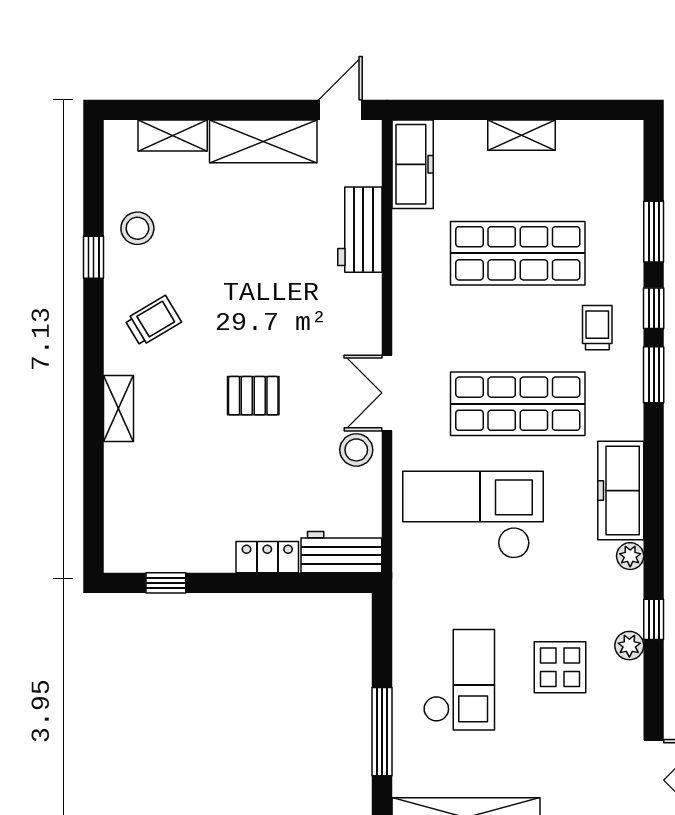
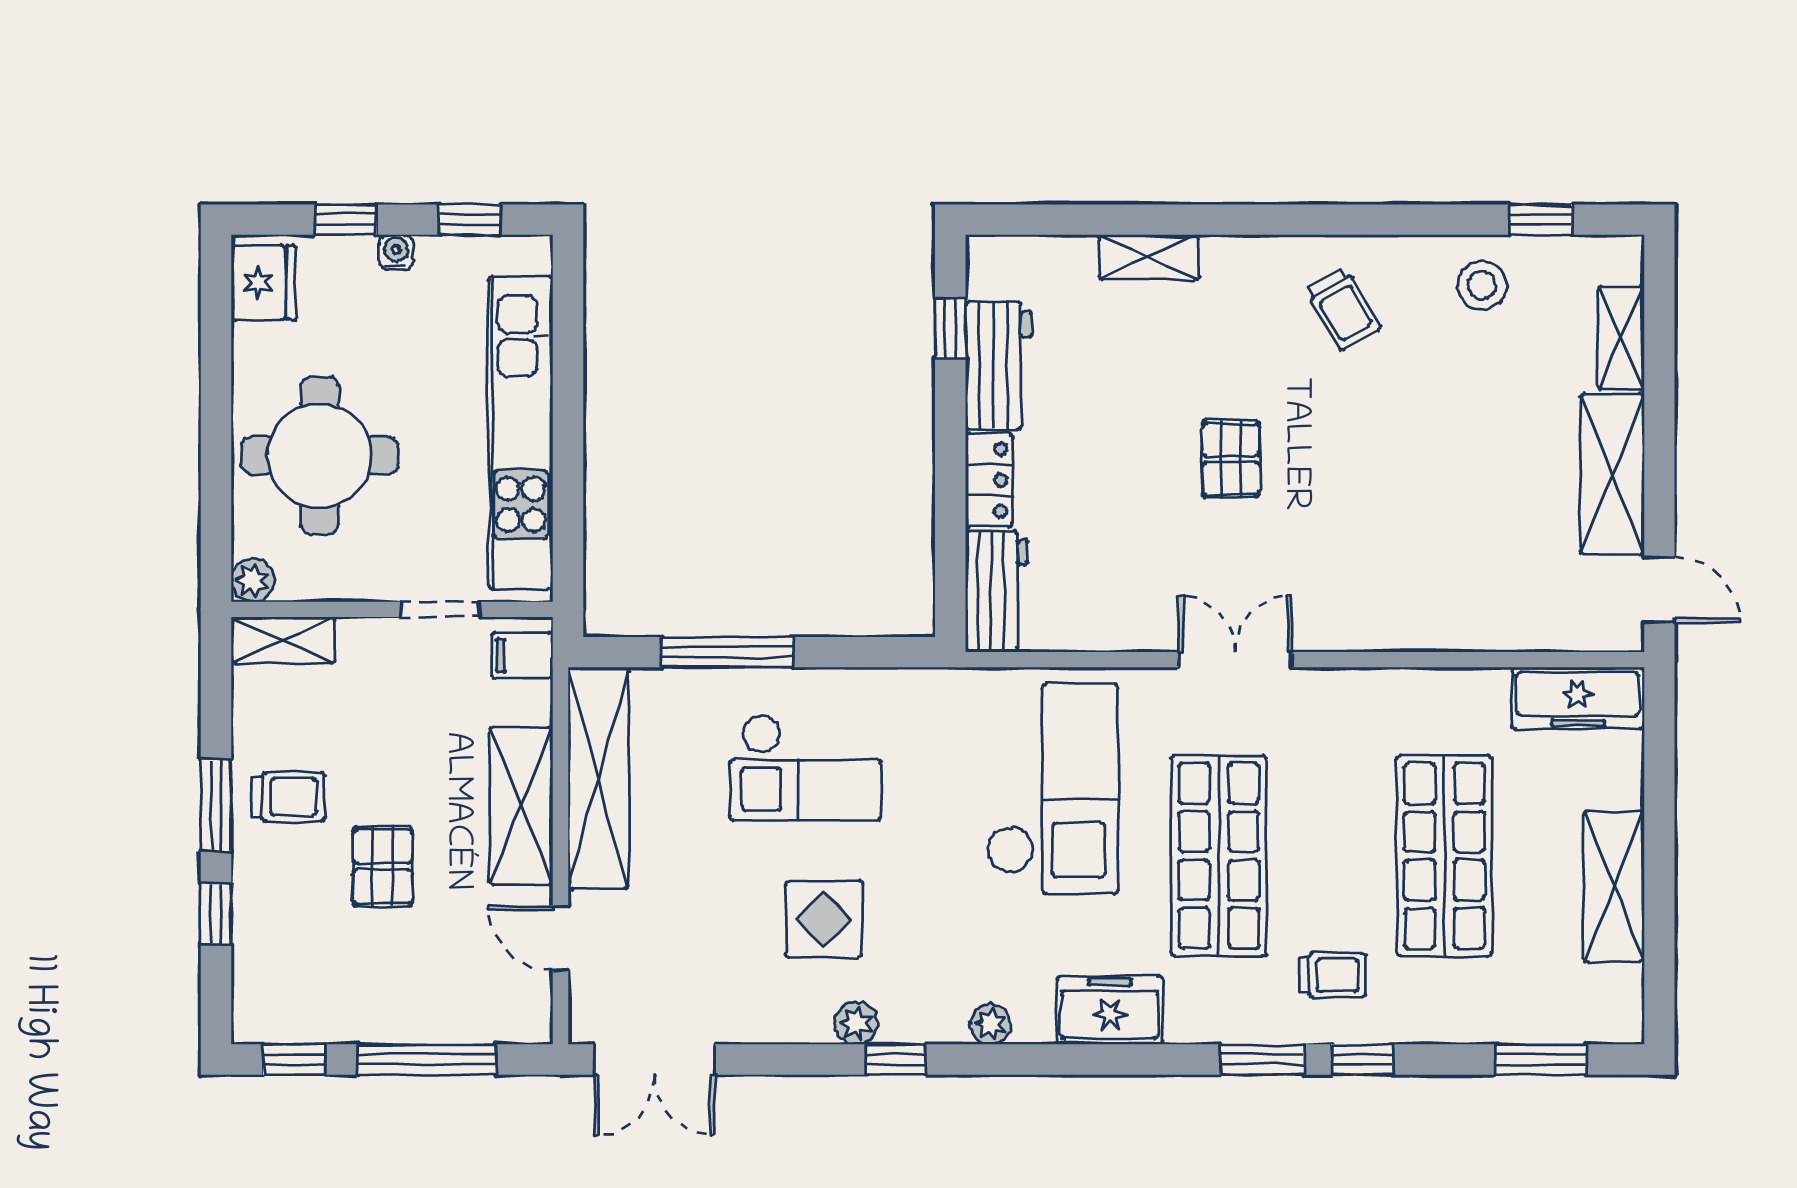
shelving: (521, 135) -> (1614, 887), width x1.50, depth x1.33
workbench: (360, 230) -> (998, 365), moved, turned 90
window: (654, 232) -> (1541, 1060), moved
window: (93, 257) -> (1541, 220), moved
shelving: (118, 408) -> (1149, 257), moved
stool: (356, 450) -> (1150, 614), removed
freezer: (621, 491) -> (1110, 1010), width x0.71

